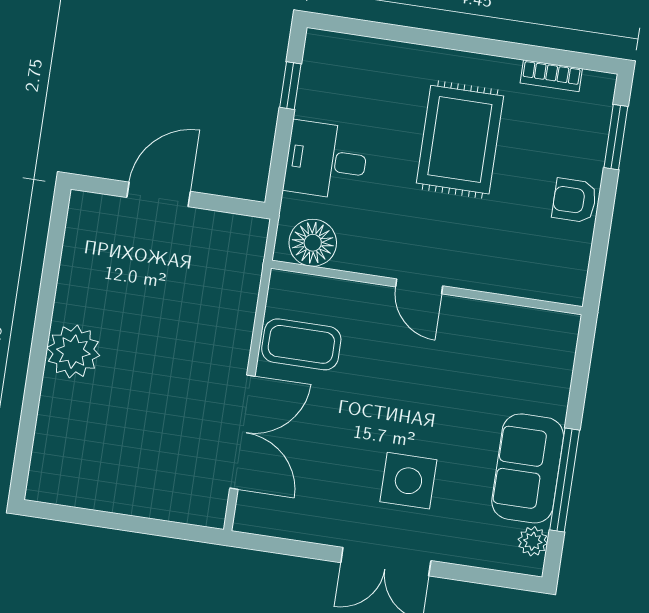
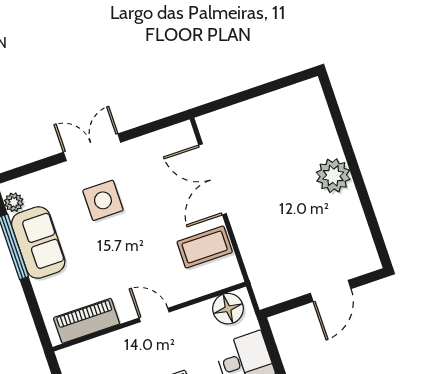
piano: (516, 326) -> (87, 321), added

